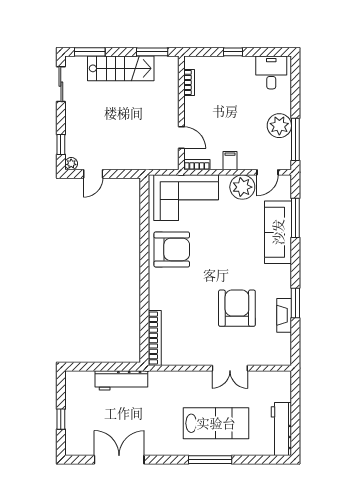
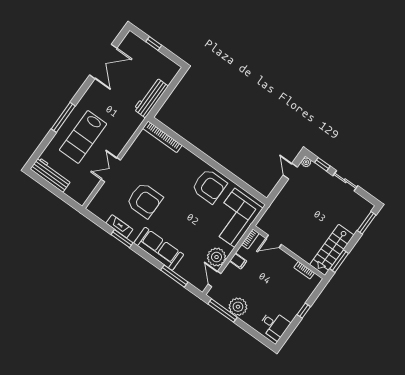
stairs: (121, 68) -> (332, 250), moved
sliding door: (61, 84) -> (345, 181), moved
sofa: (278, 232) -> (159, 249), moved
armchair: (172, 249) -> (209, 186), turned -90

